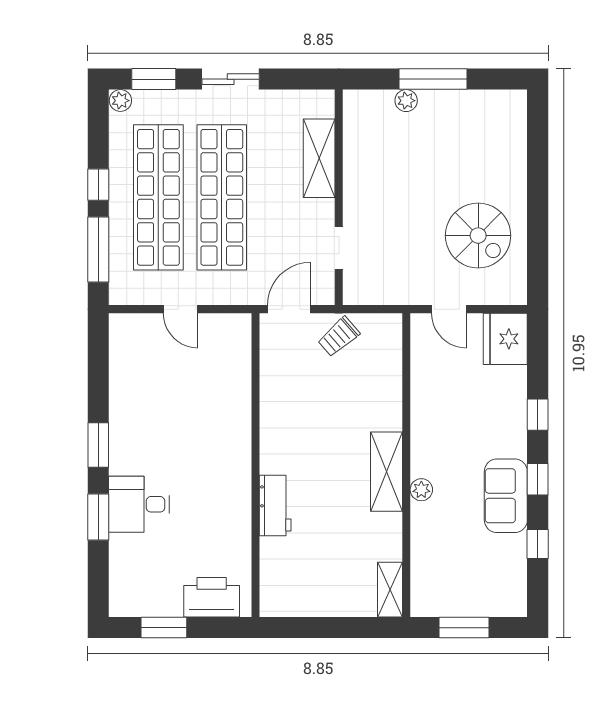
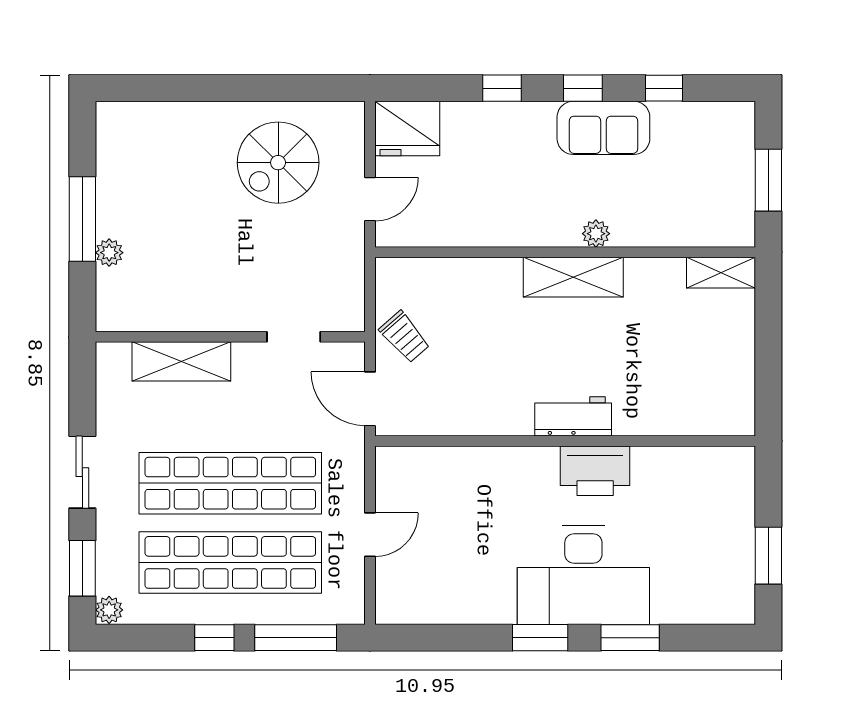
spiral stairs: (478, 236) -> (278, 163), turned 180
desk: (139, 504) -> (583, 575), width x1.87, depth x1.30
workbench: (275, 505) -> (573, 416), moved
printer: (212, 597) -> (595, 471), moved, turned -90

